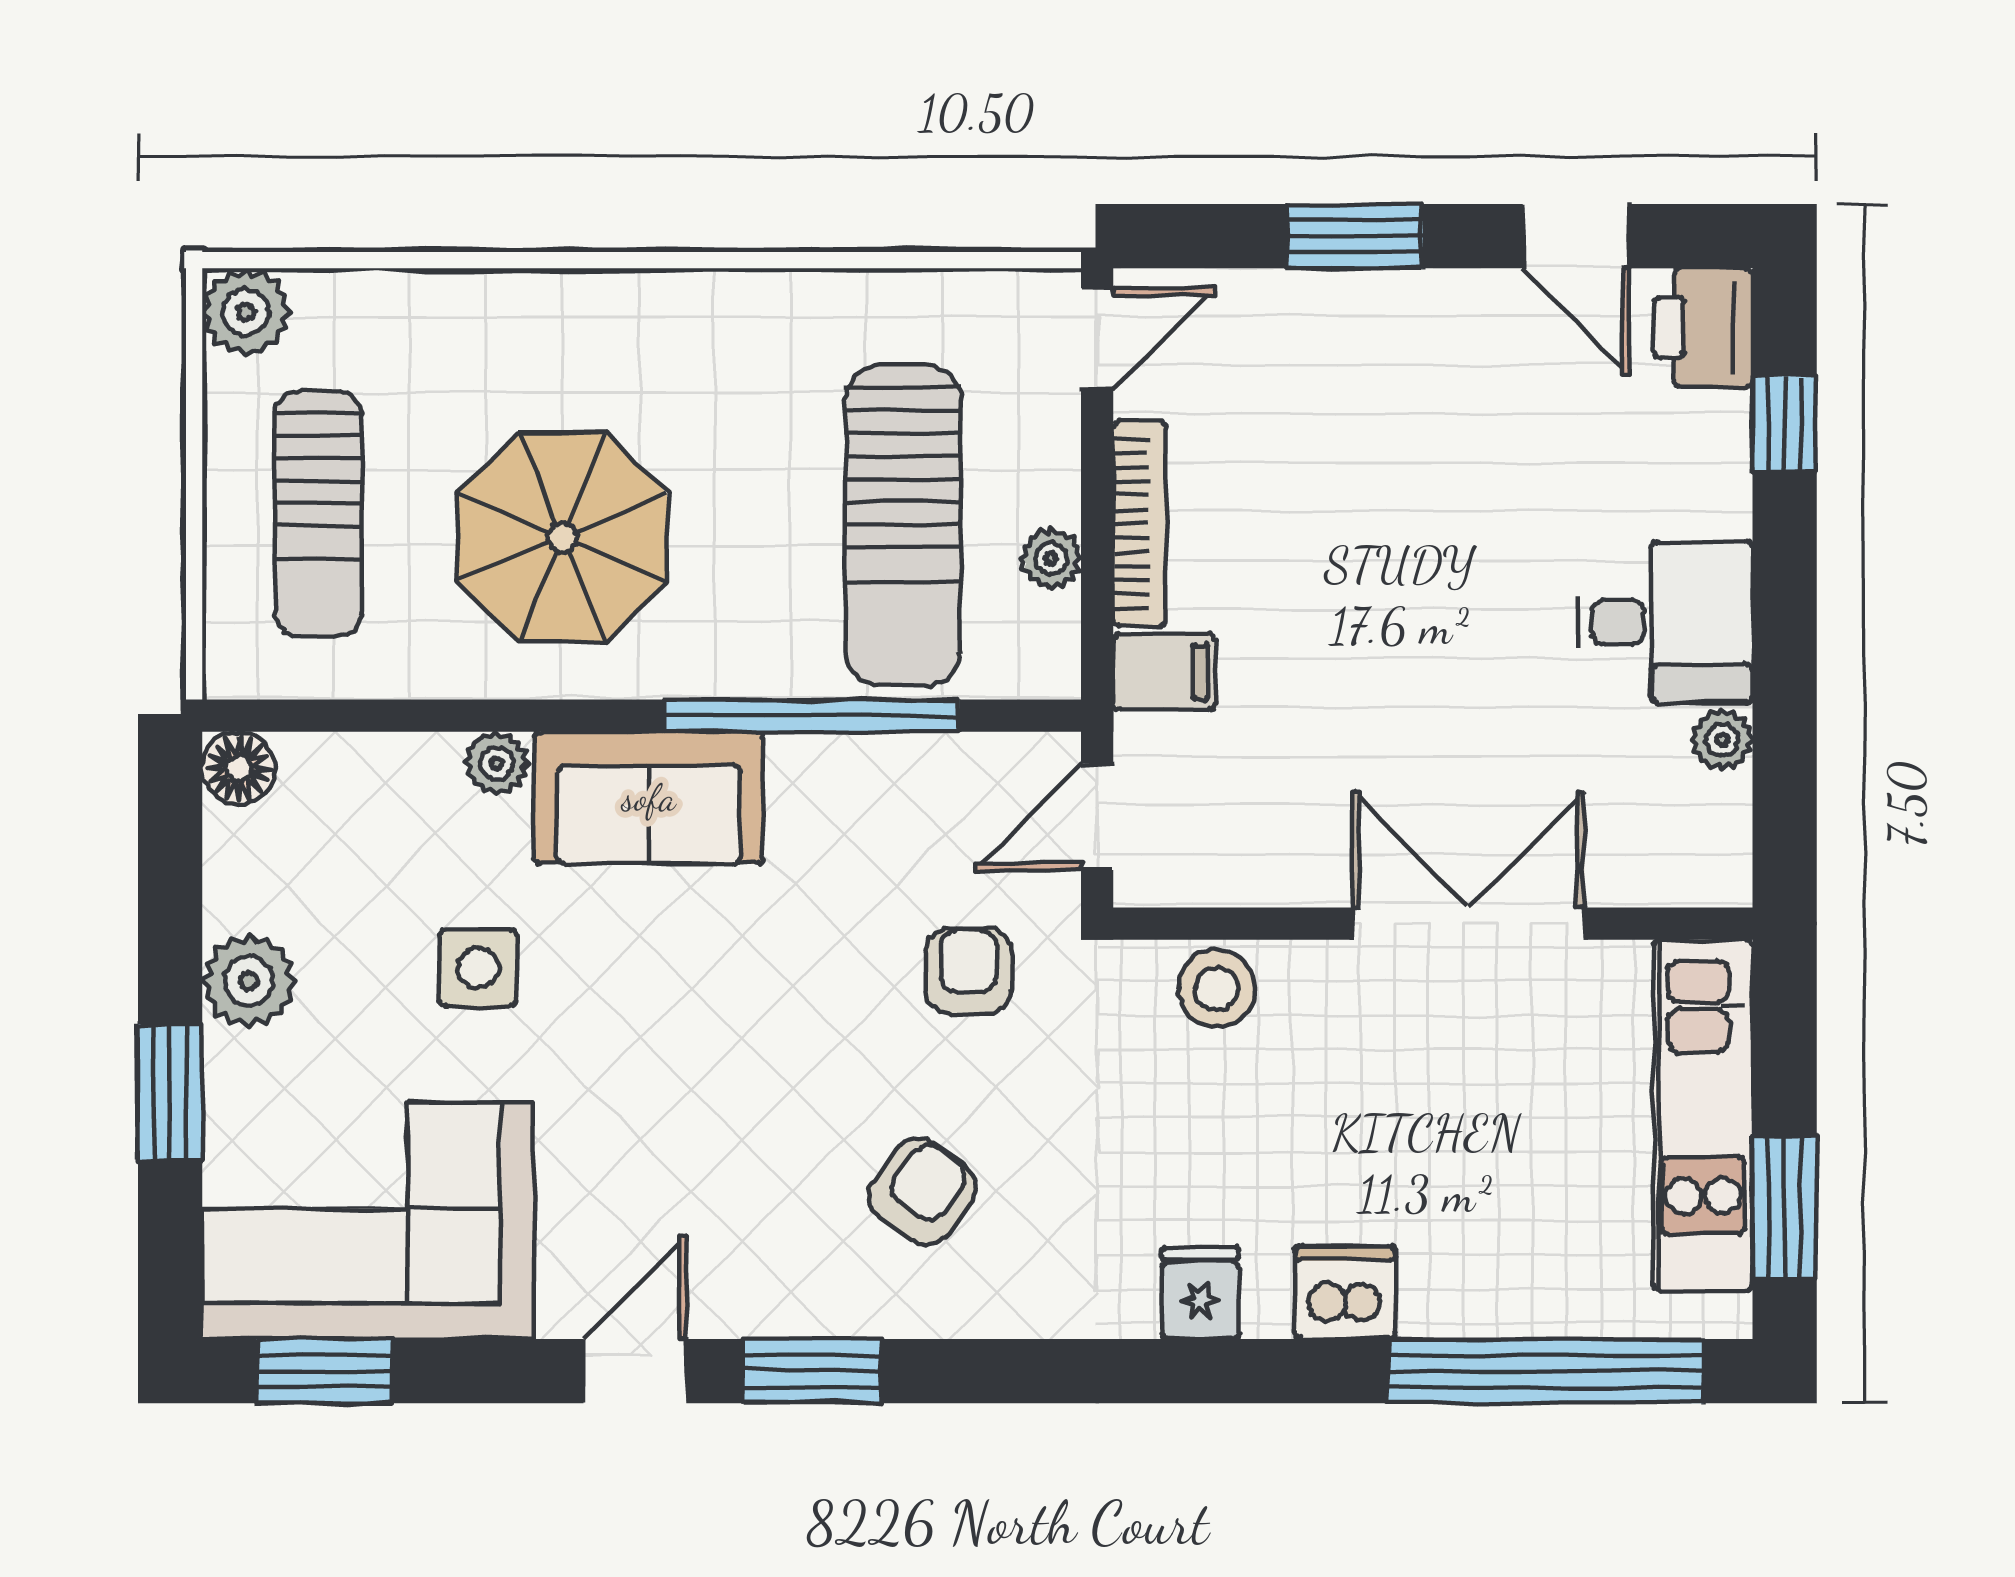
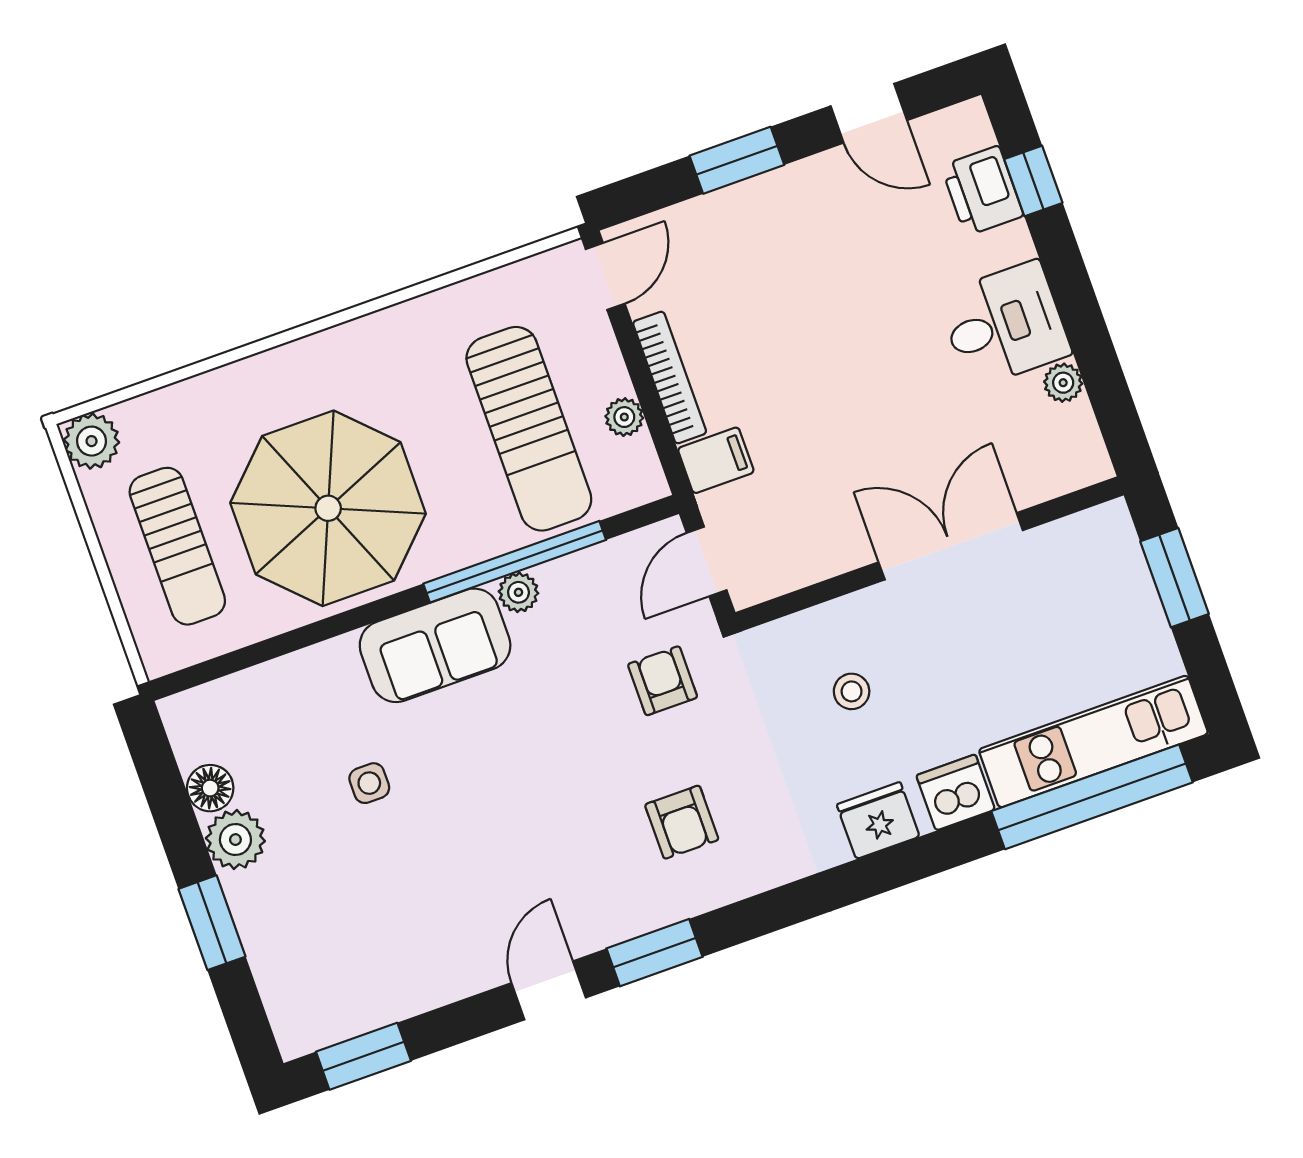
printer: (1703, 328) -> (982, 191), moved
parasol: (562, 537) -> (328, 508), width x1.36, depth x1.36
plant: (497, 763) -> (518, 592), moved
floor lamp: (239, 768) -> (210, 788), moved
side table: (478, 968) -> (369, 783), width x0.73, depth x0.73
stool: (1217, 988) -> (852, 691), moved, width x0.73, depth x0.73
kitchen unit: (1703, 1115) -> (1093, 742), moved, turned 90
armchair: (922, 1191) -> (682, 822), turned 144
window: (1785, 1207) -> (1175, 578), moved
corner sofa: (368, 1221) -> (357, 957), removed
fridge: (1200, 1293) -> (878, 820), width x1.38

